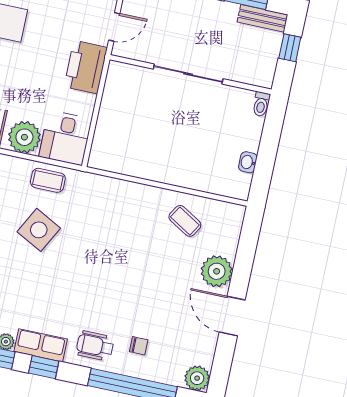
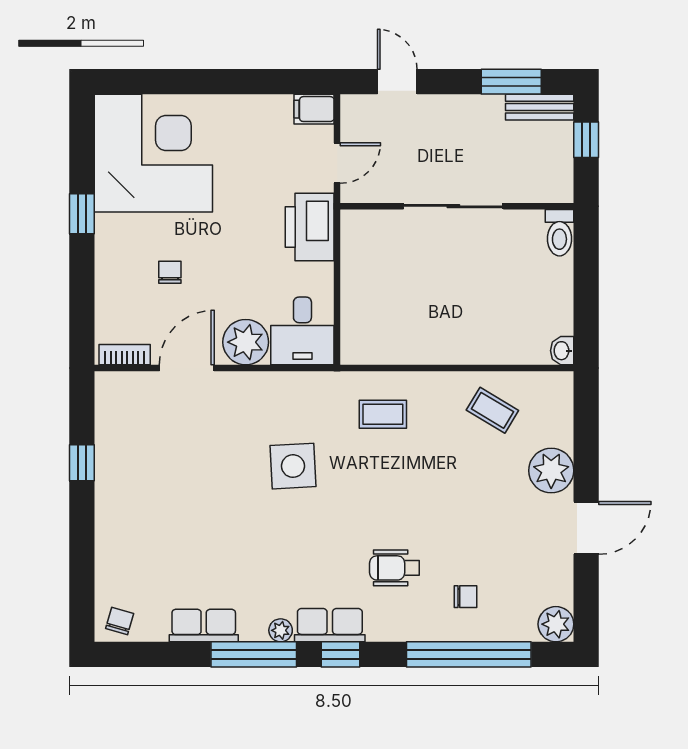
toilet: (261, 104) -> (559, 233), width x1.37, depth x1.39
washbasin: (248, 162) -> (562, 351), moved
coffee table: (48, 180) -> (383, 414), moved
side table: (39, 230) -> (293, 466), turned -31
door: (232, 316) -> (586, 528), swing flipped
wheelchair: (95, 346) -> (395, 568), moved

